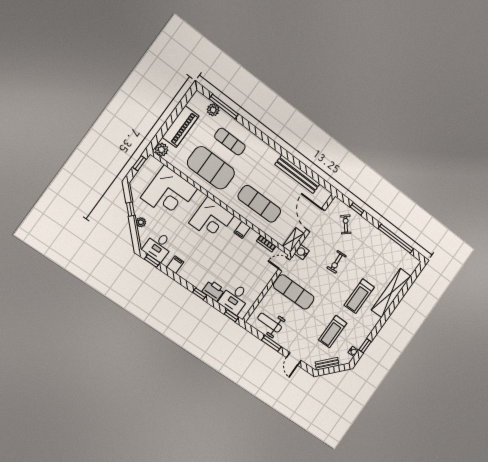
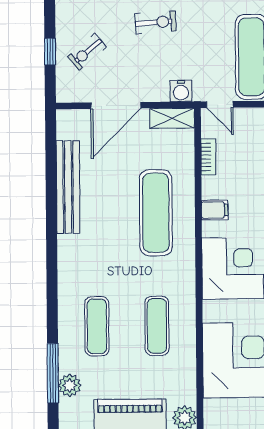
exercise mat: (211, 168) -> (157, 326), width x0.50, depth x0.69

